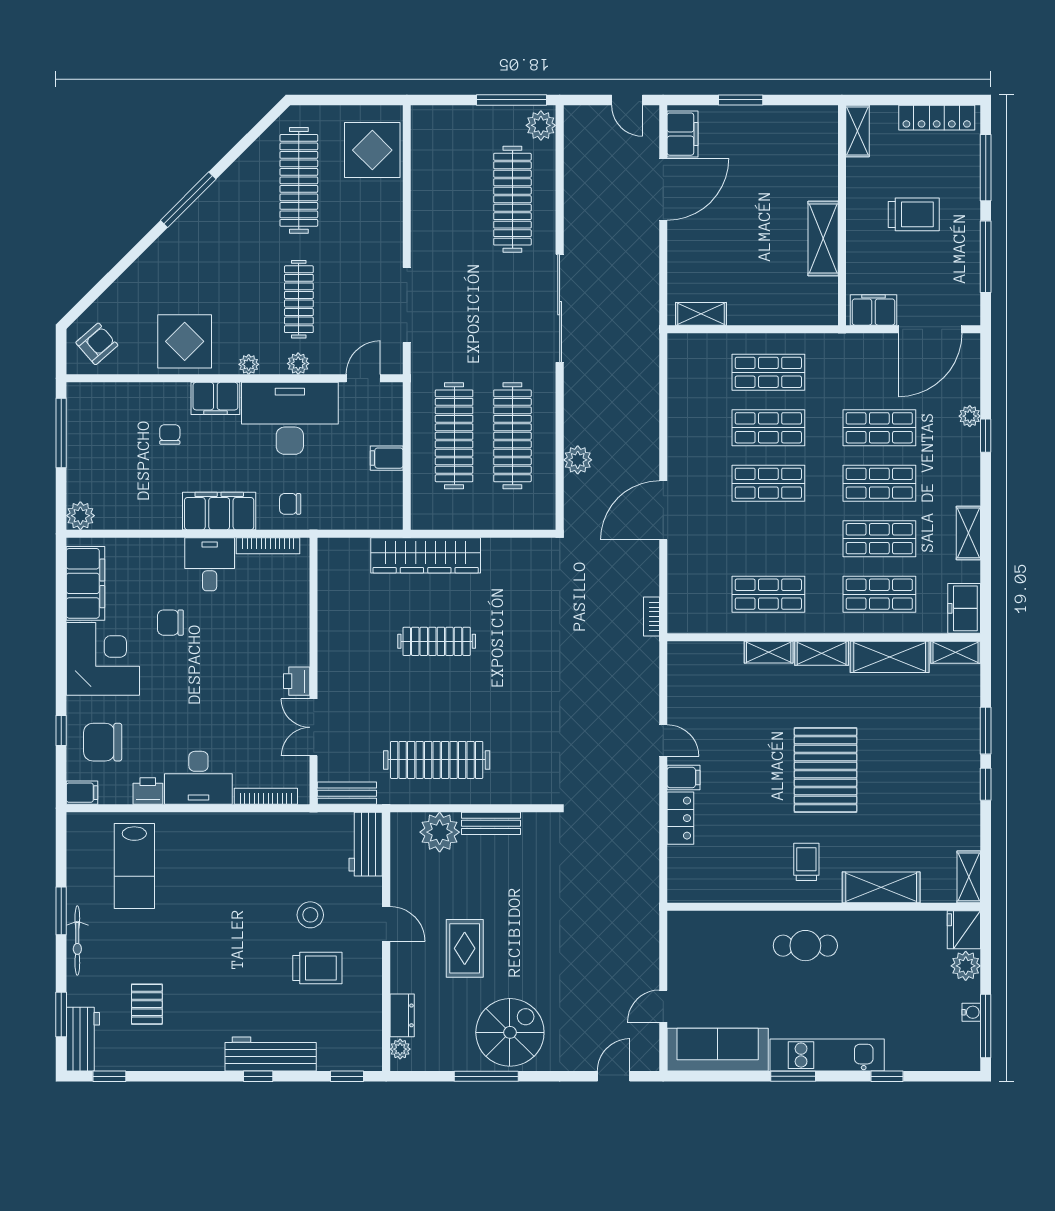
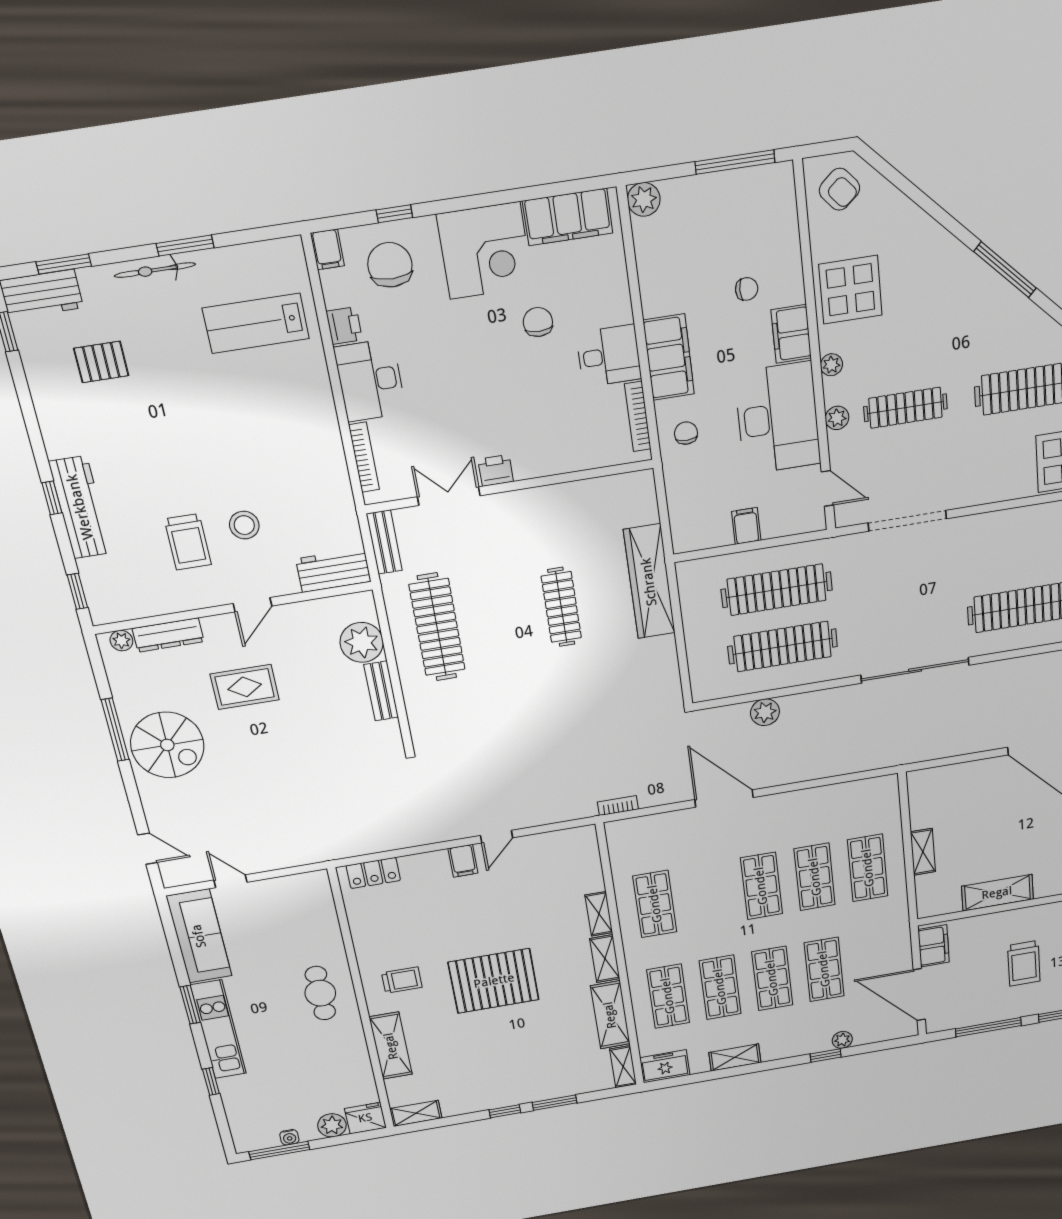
shelving: (701, 314) -> (923, 852), moved
locker: (680, 818) -> (373, 873), moved
dresser: (402, 1015) -> (168, 635), width x1.44

